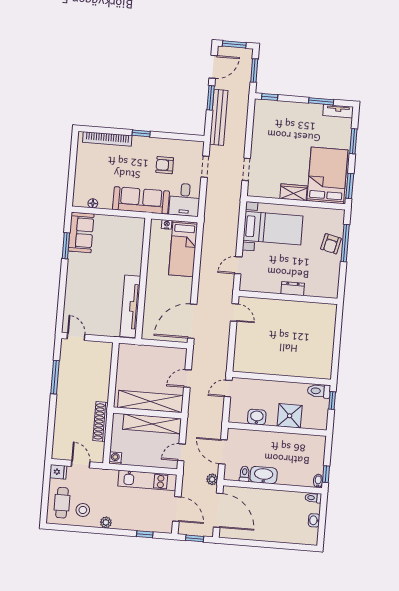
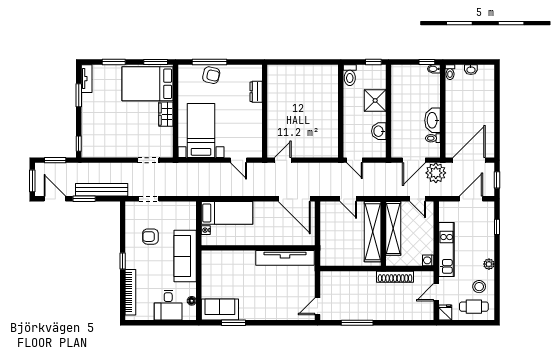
armchair: (165, 165) -> (150, 237), turned 90
desk: (185, 200) -> (168, 305), moved, turned 90
dresser: (293, 289) -> (256, 92), moved
window: (332, 401) -> (373, 62), moved
plant: (212, 479) -> (436, 173), width x1.88, depth x1.88
kitchen unit: (147, 480) -> (447, 250), moved

